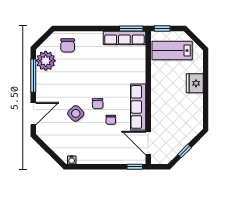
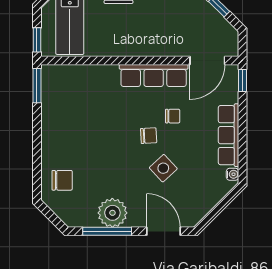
row of seats: (124, 38) -> (229, 135), moved, turned 180
plant: (46, 61) -> (112, 213), moved

